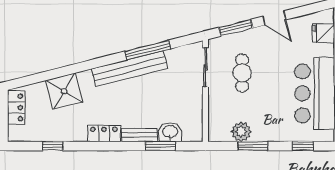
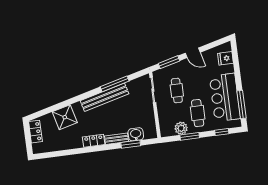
cafe table: (270, 112) -> (198, 113), added
window: (53, 146) -> (62, 153), removed

